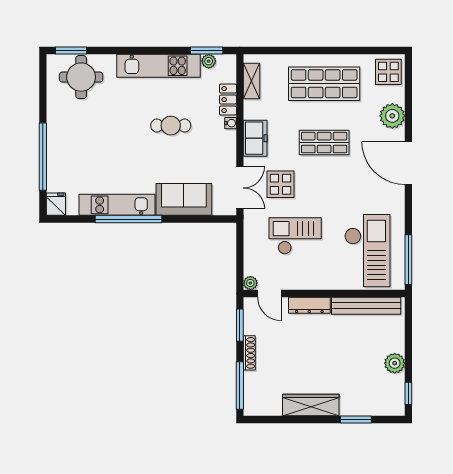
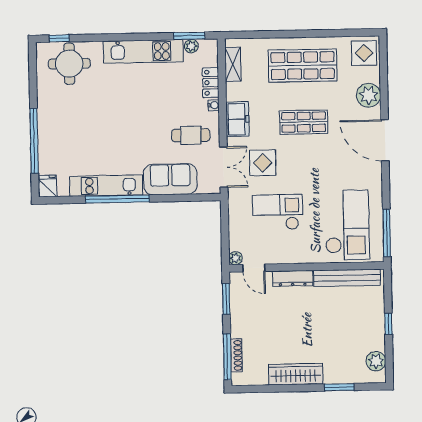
window: (71, 50) -> (59, 38), width x0.67
cafe table: (171, 126) -> (191, 135), moved
shoe rack: (249, 353) -> (236, 355), moved
plant: (395, 363) -> (376, 361), moved
window: (408, 393) -> (388, 324), moved

